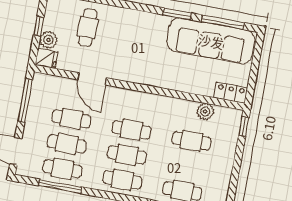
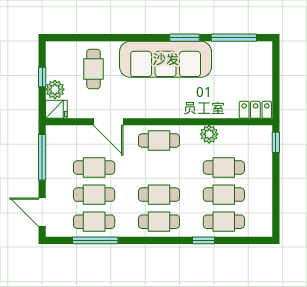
sofa: (211, 41) -> (166, 59), moved
plant: (205, 111) -> (209, 134), moved
cafe table: (131, 130) -> (159, 140), moved
cafe table: (187, 166) -> (224, 195), added

